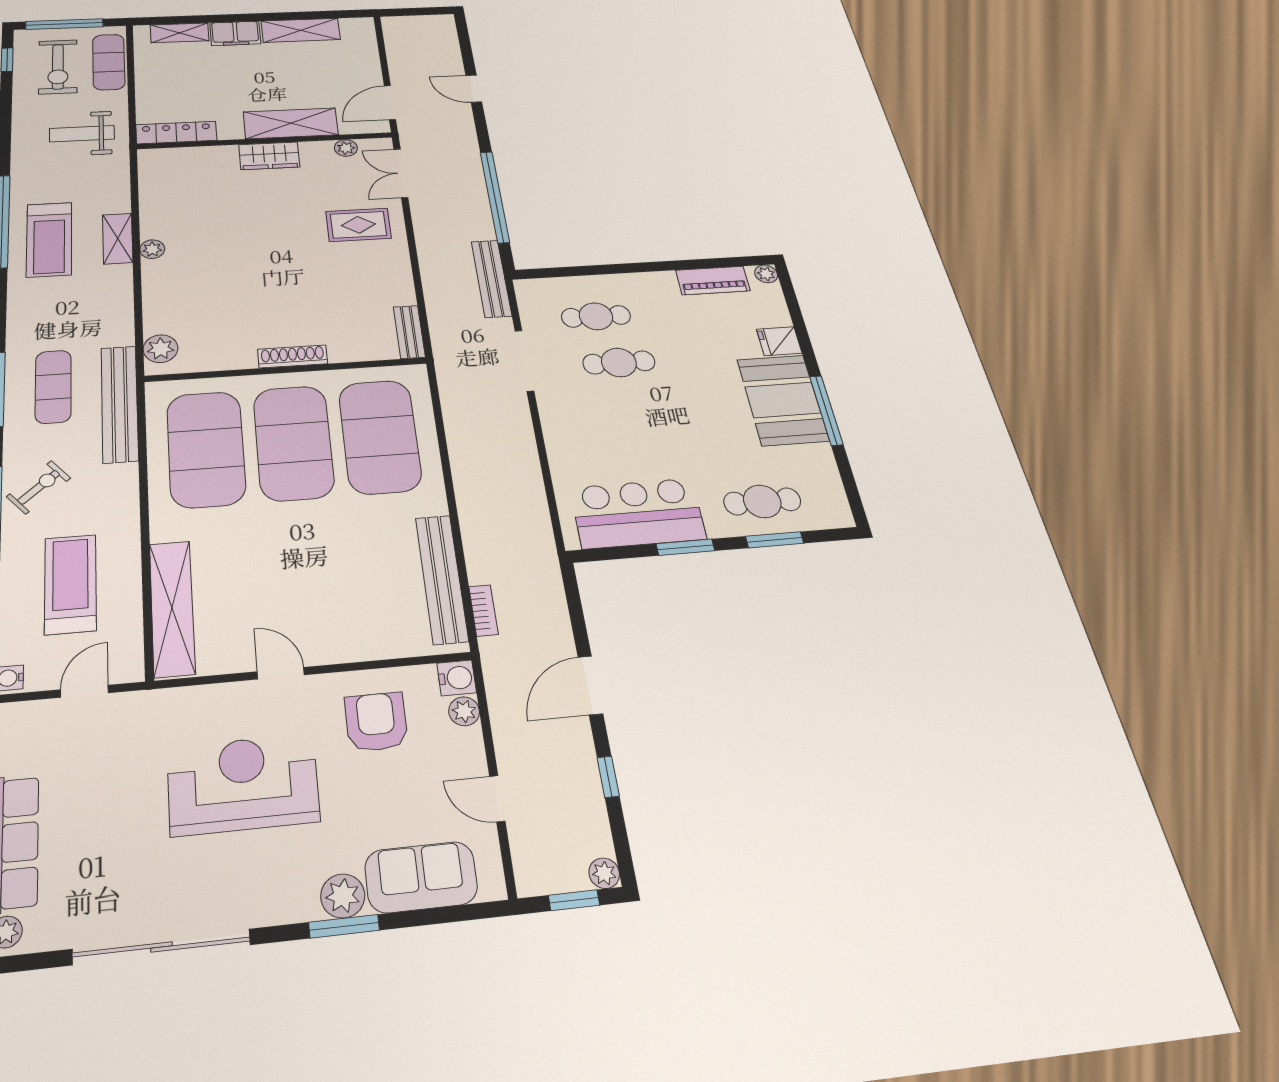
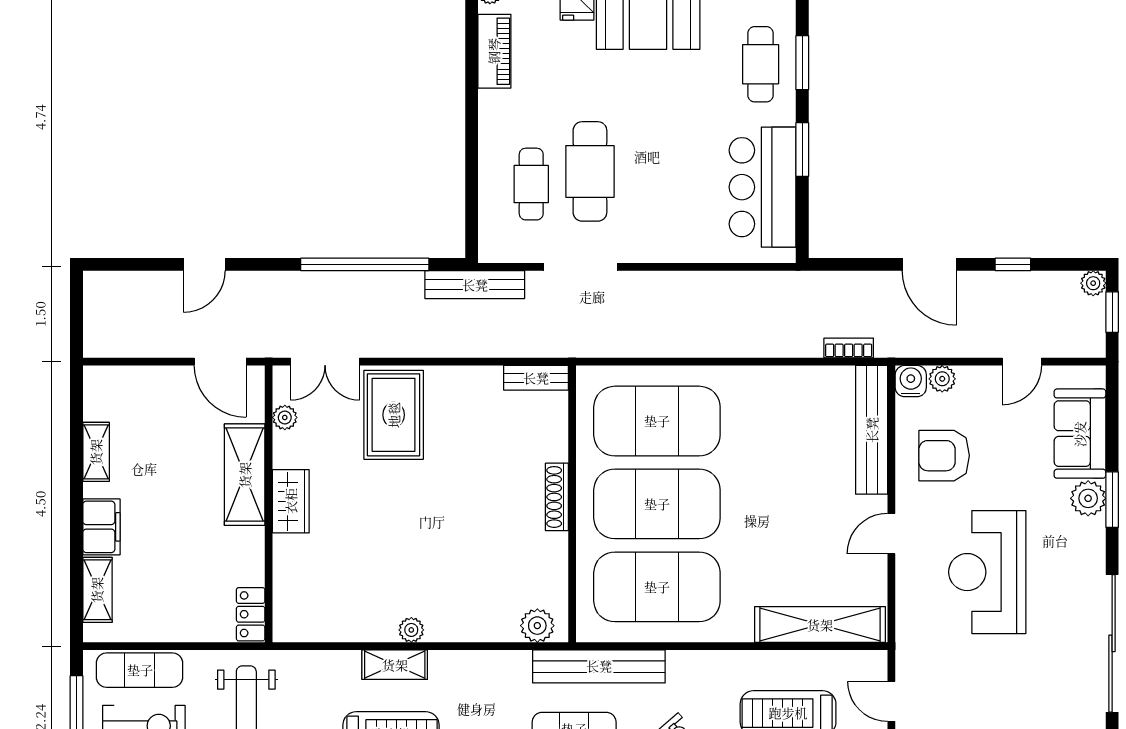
shelving: (301, 30) -> (96, 452), width x0.67, depth x0.75
locker: (176, 132) -> (251, 614), width x0.66
rug: (358, 225) -> (394, 415), width x1.36, depth x1.43
cafe table: (619, 362) -> (590, 171), width x1.37, depth x1.35
bench: (442, 579) -> (872, 430), moved, turned 90

